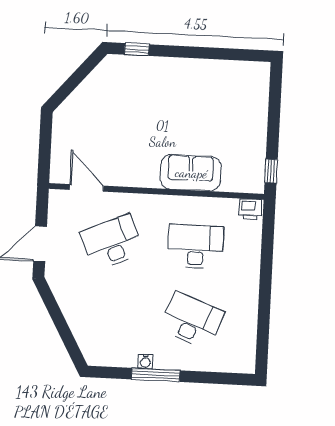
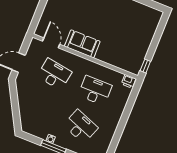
sofa: (191, 173) -> (82, 44), moved
desk: (112, 242) -> (54, 74), turned 33

